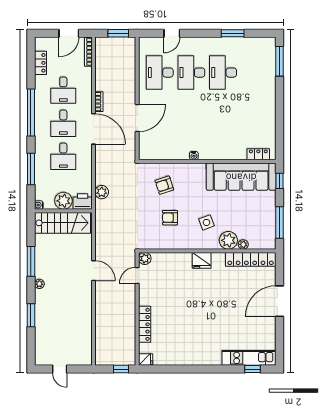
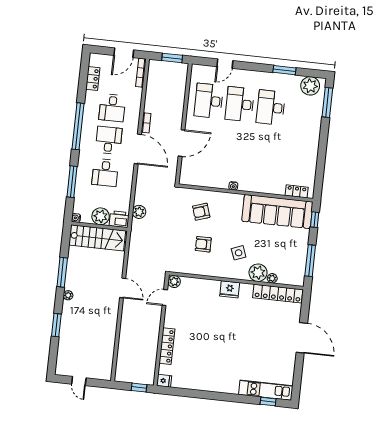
plant: (260, 46) -> (310, 86), added
desk: (63, 123) -> (109, 140), turned 180
door: (280, 301) -> (302, 338), swing flipped

